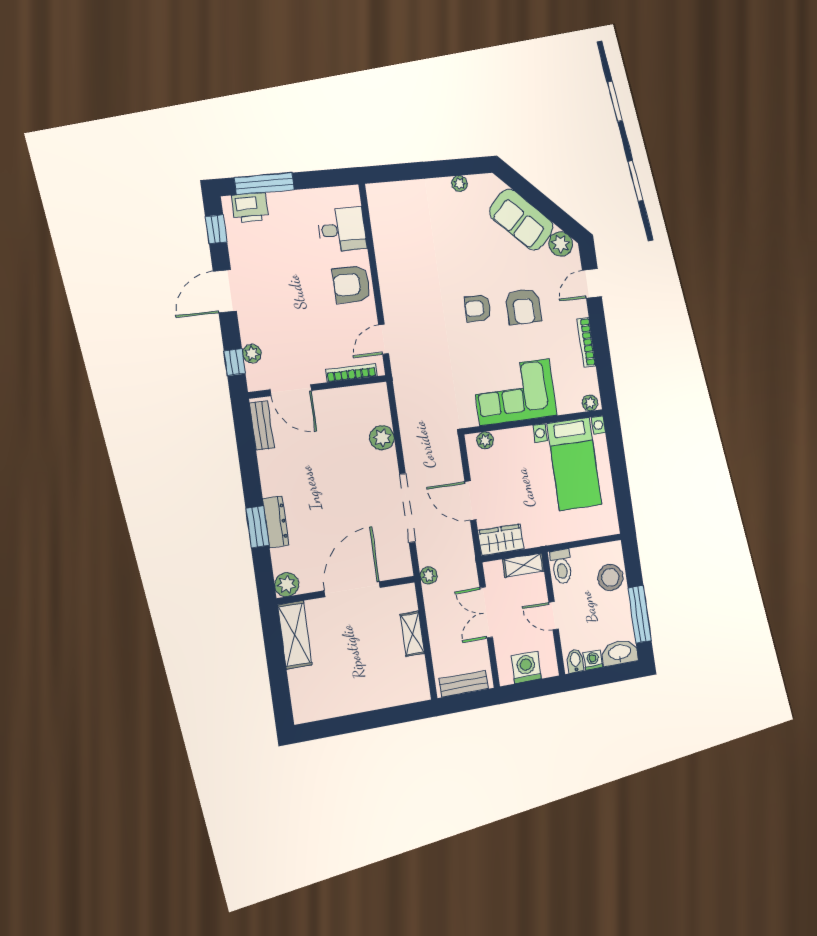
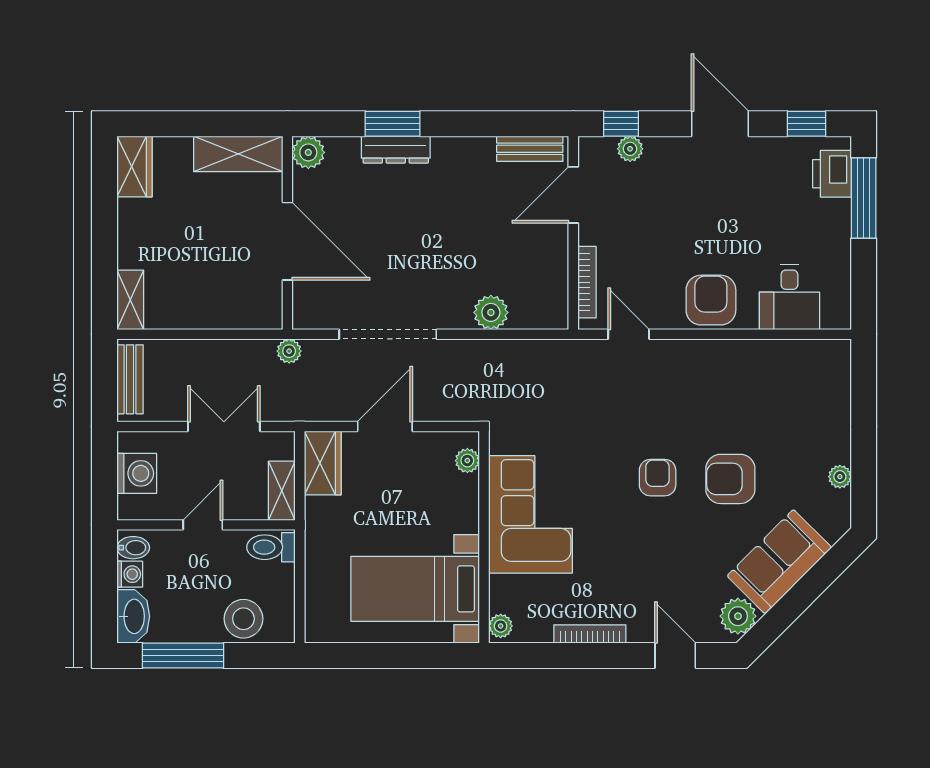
armchair: (523, 307) -> (730, 479), moved
shelving: (412, 634) -> (130, 300), moved, turned 90
wardrobe: (314, 708) -> (134, 166), added

